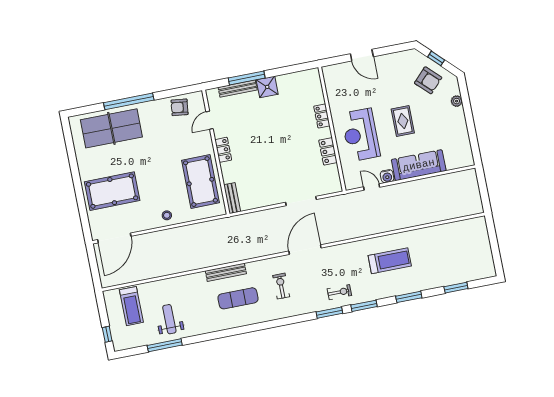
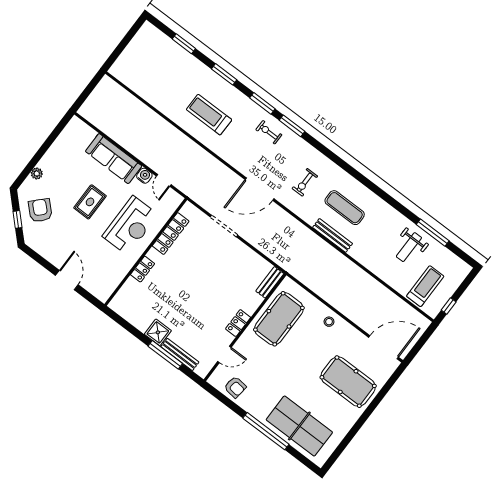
locker: (328, 151) -> (171, 234), width x1.53
window: (107, 334) -> (449, 306), moved

